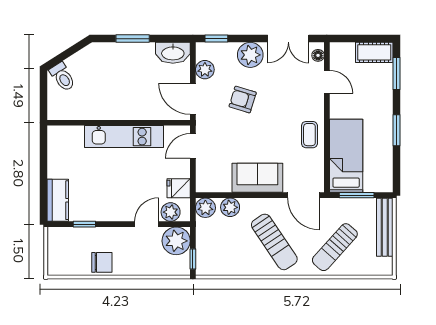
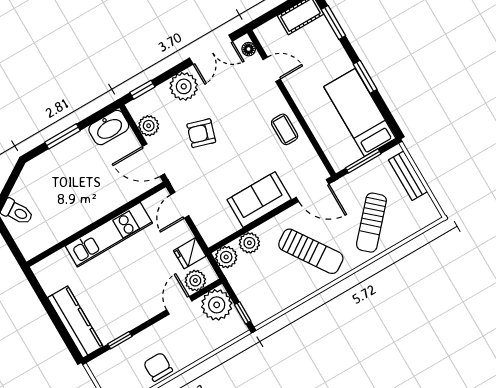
bed: (346, 156) -> (360, 113), moved
kitchen counter: (58, 200) -> (75, 322), width x1.50
bench: (385, 227) -> (408, 176), width x0.73
chair: (102, 262) -> (158, 367), turned -90

